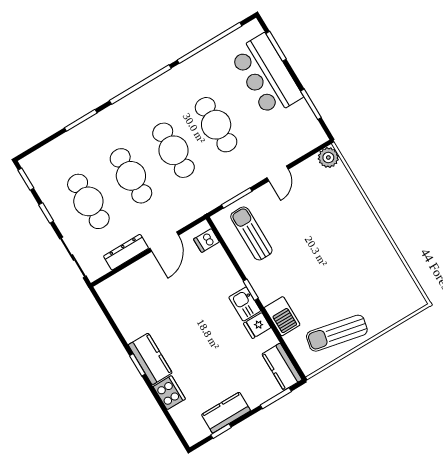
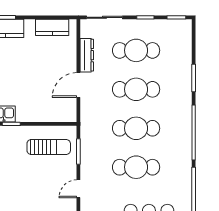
door: (278, 173) -> (78, 189), hinge flipped
dishwasher: (206, 240) -> (62, 114), removed
door: (164, 242) -> (78, 85), hinge flipped
kitchen counter: (118, 308) -> (52, 27), added

